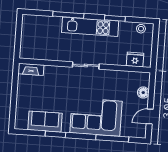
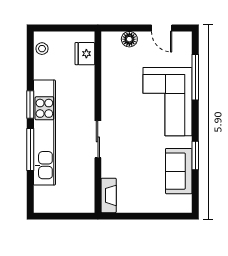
window: (115, 18) -> (30, 104), moved
kitchen unit: (90, 27) -> (44, 133), width x1.36
sliding door: (86, 65) -> (98, 139), moved

